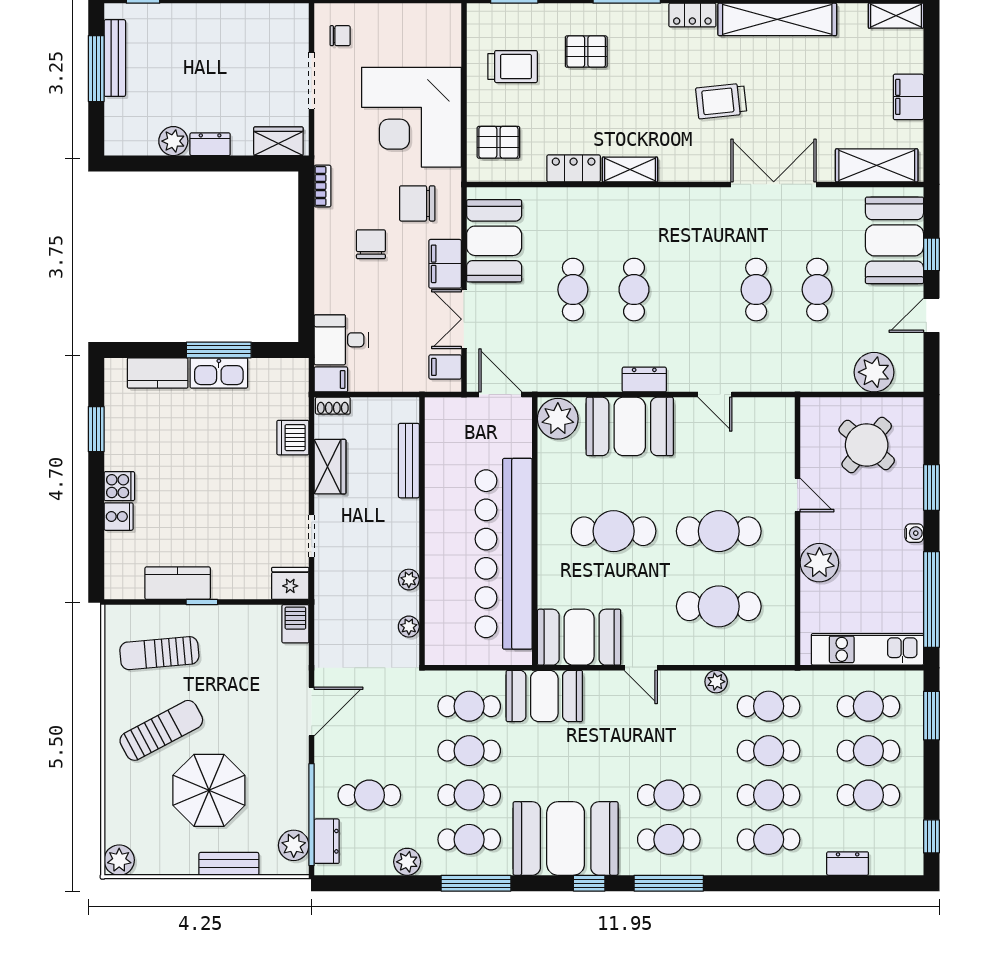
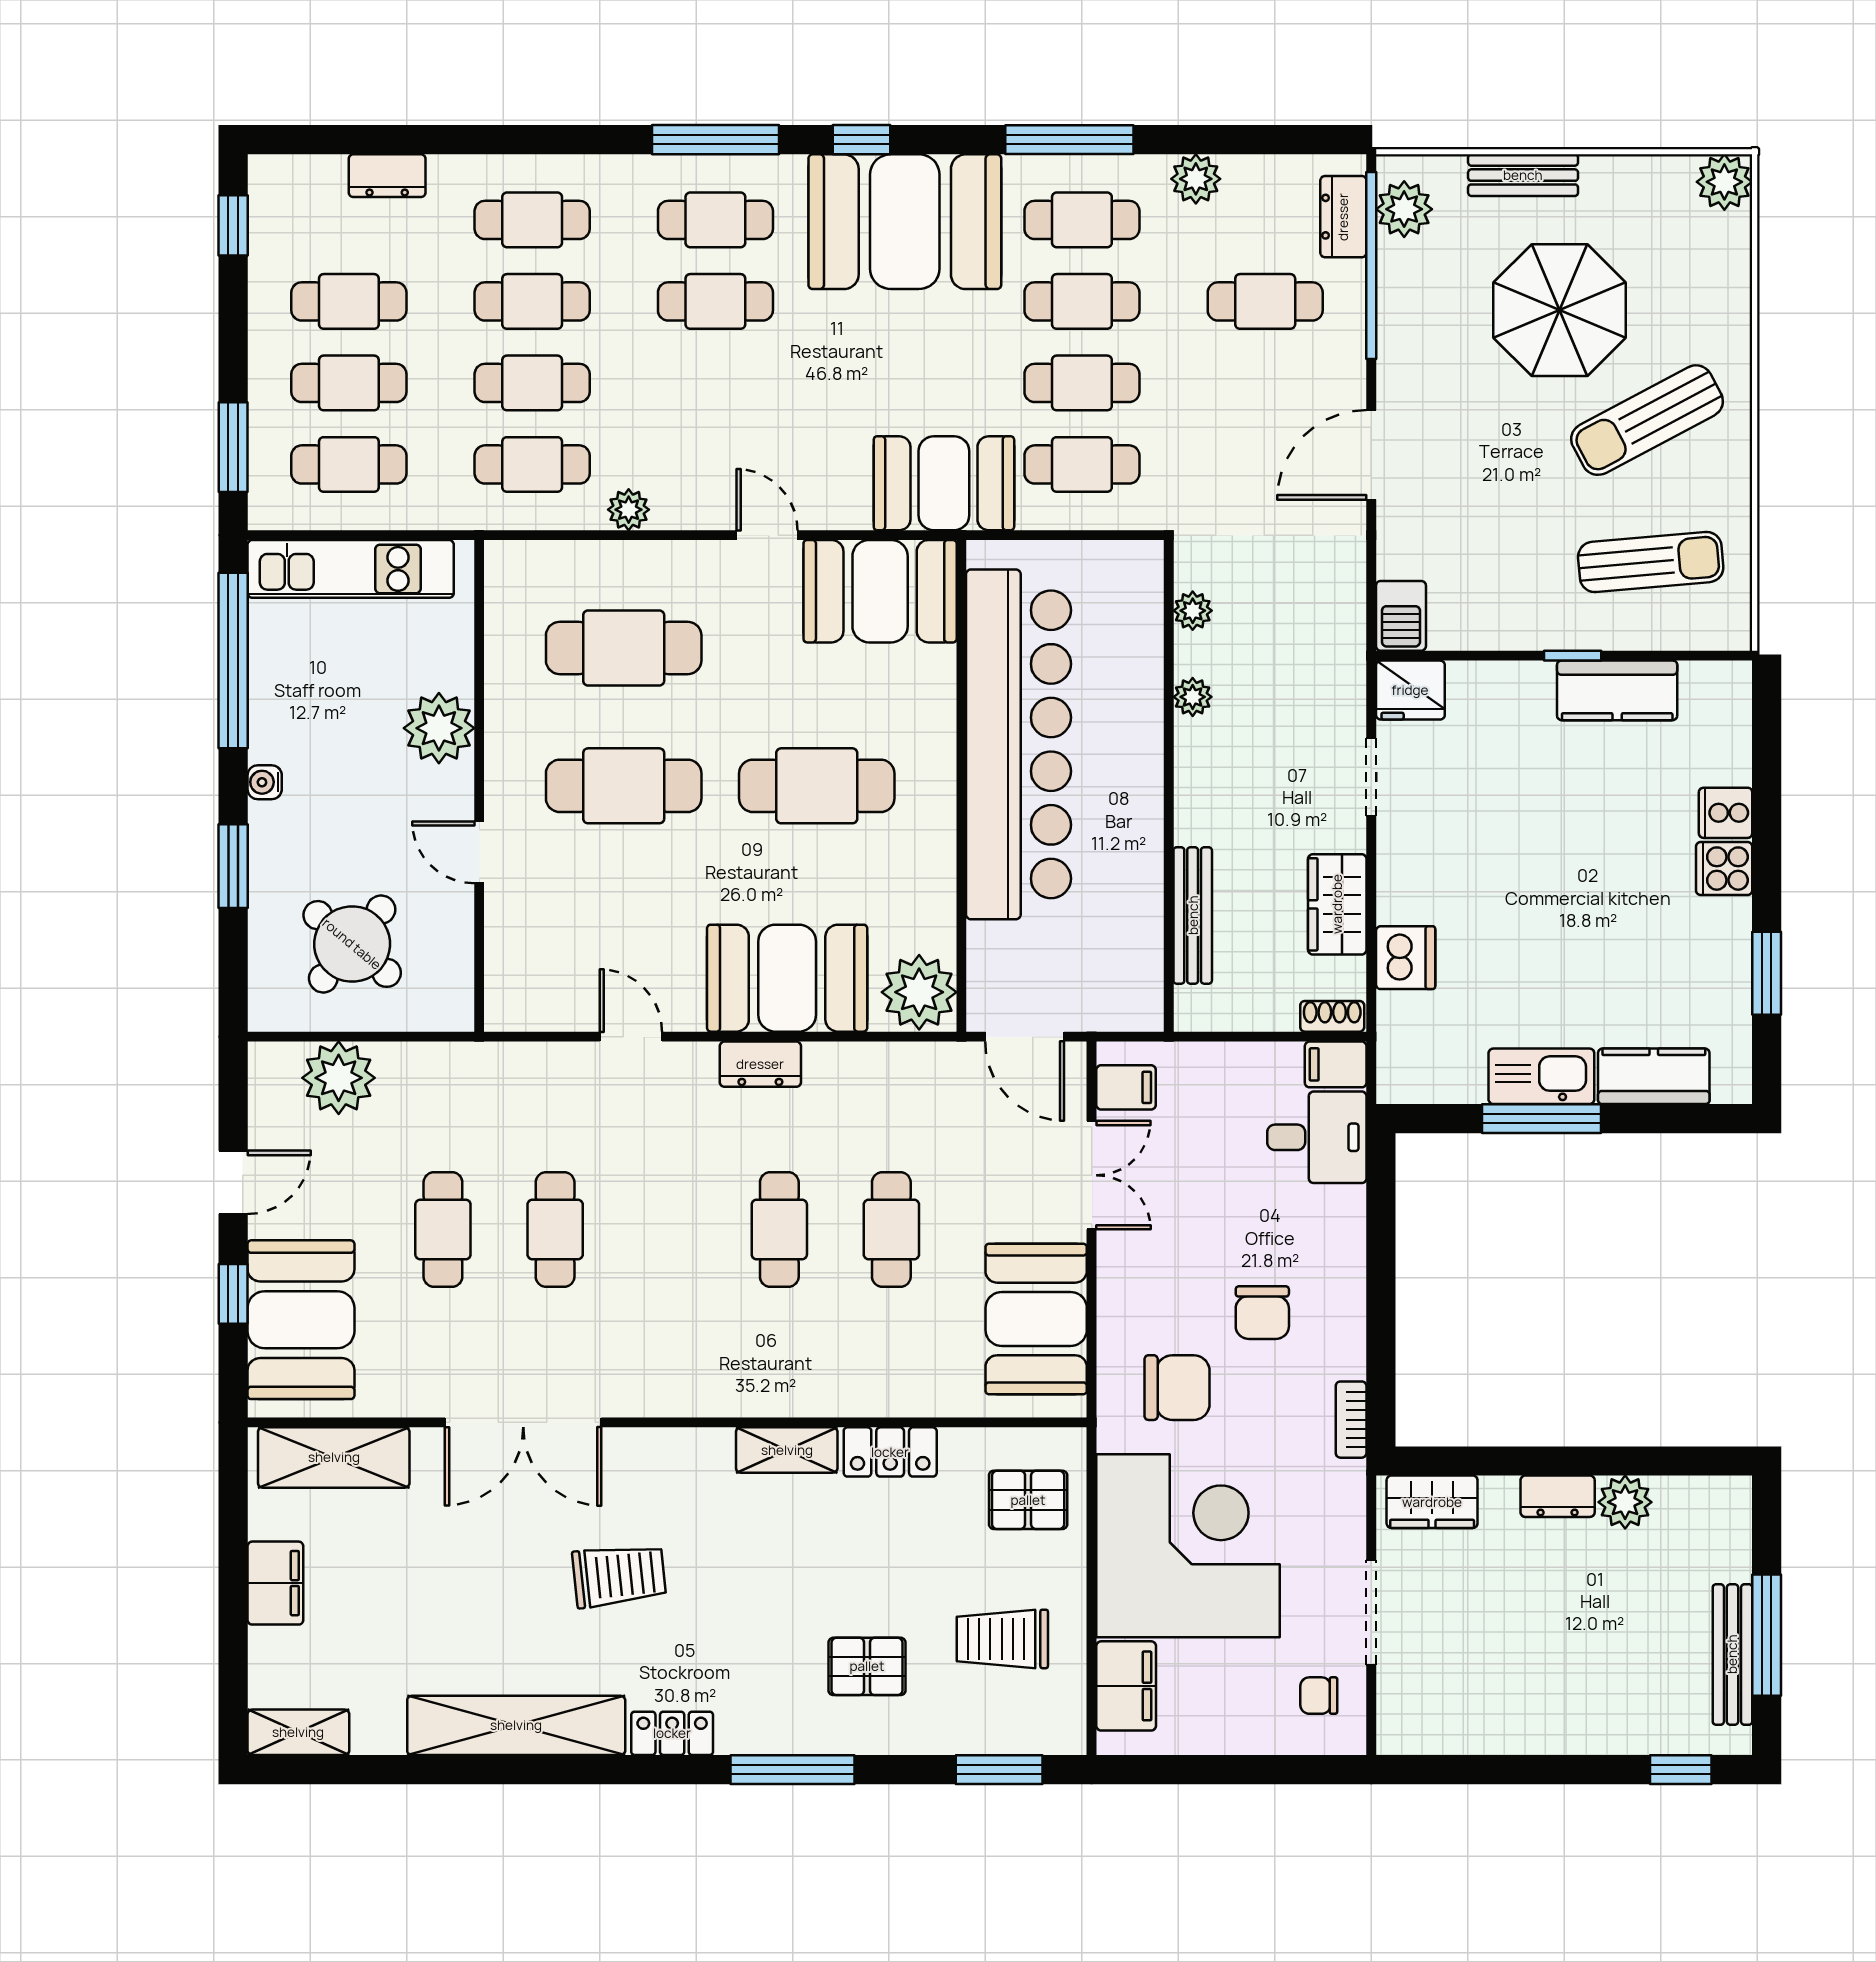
filing cabinet: (445, 264) -> (1126, 1686), moved

